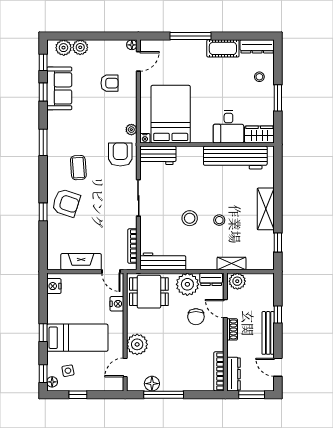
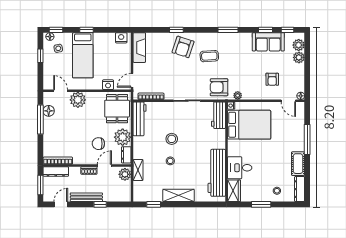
armchair: (120, 154) -> (219, 87), turned 180
fireplace: (81, 262) -> (139, 48), moved

